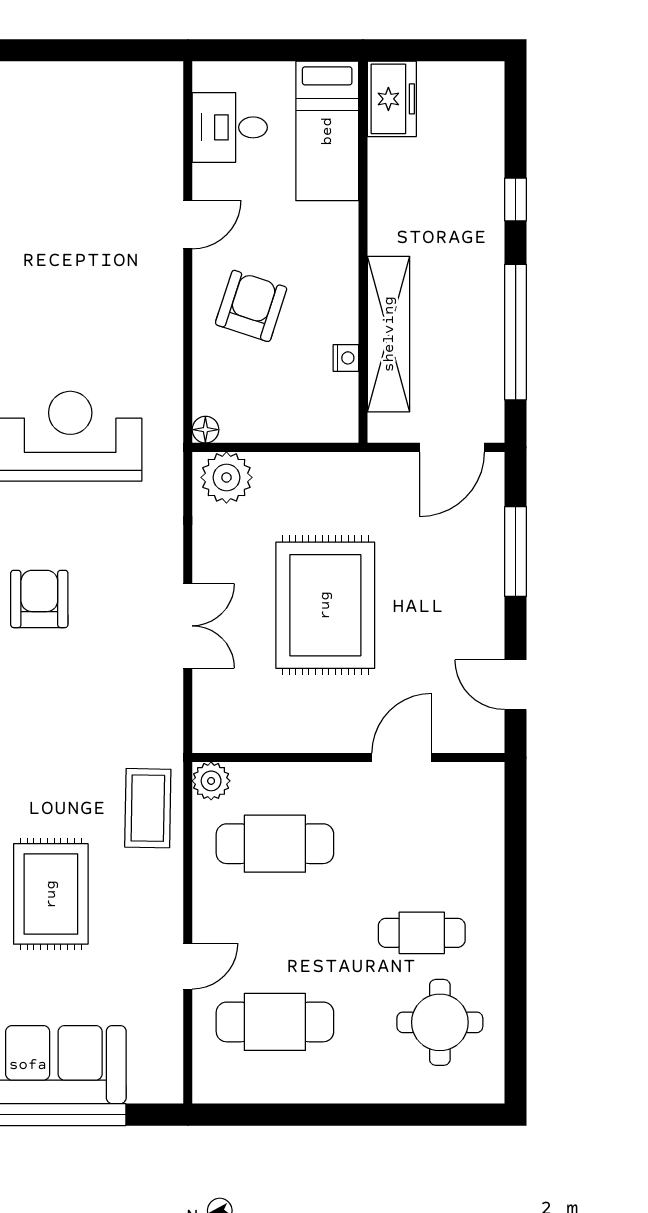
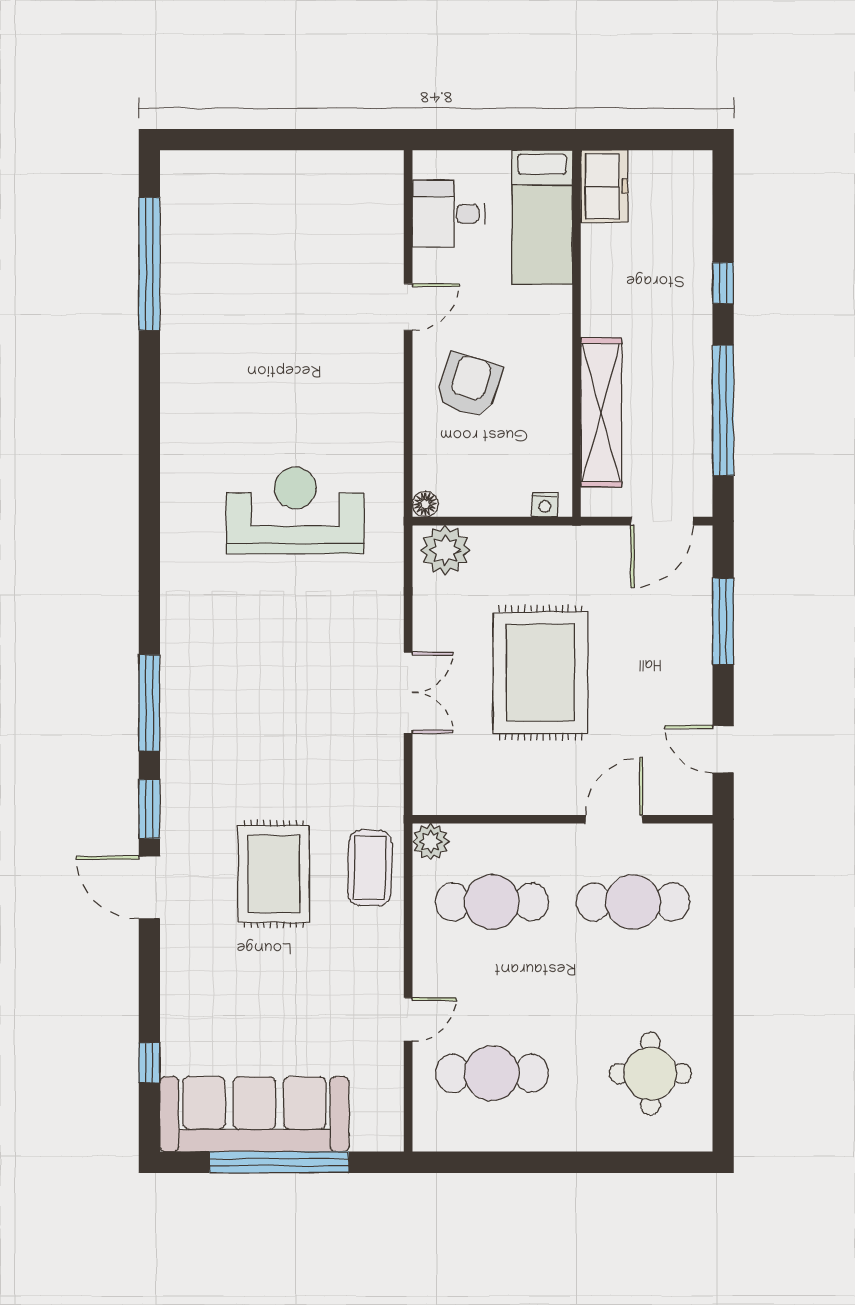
nightstand: (346, 358) -> (545, 505), moved, turned 90
armchair: (39, 599) -> (266, 667), removed
rug: (51, 894) -> (274, 874), moved
cafe table: (422, 933) -> (633, 902), moved, width x1.37, depth x1.35

